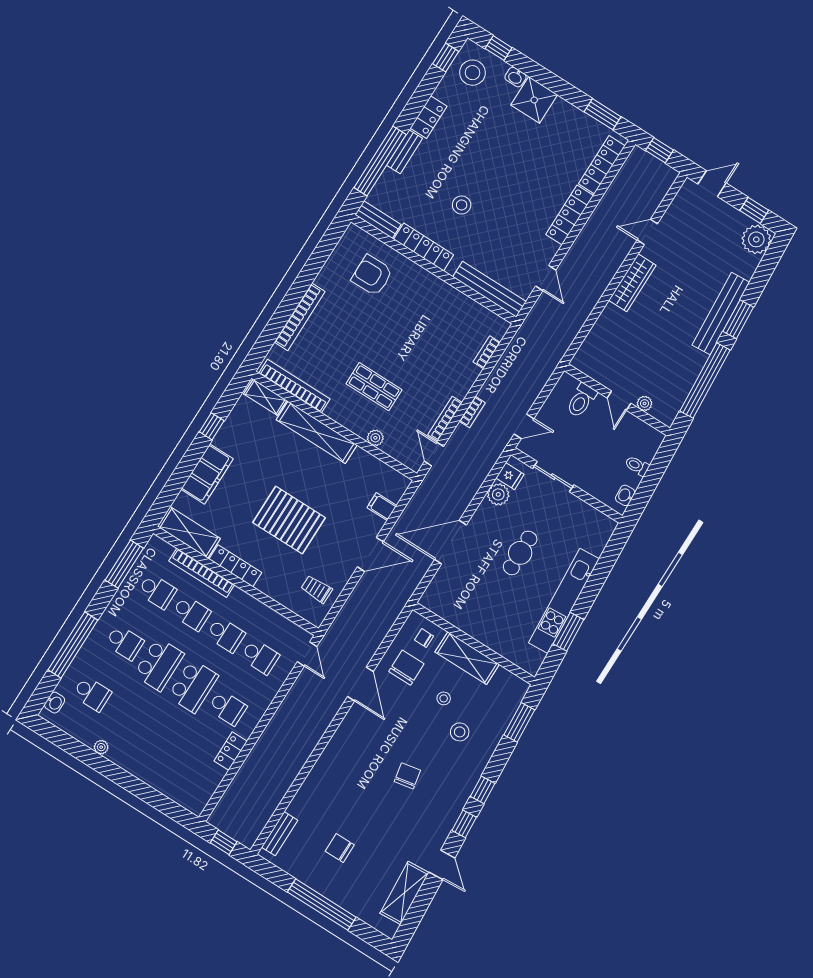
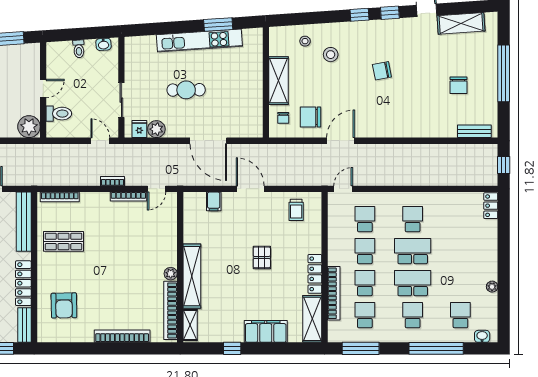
bookcase: (487, 352) -> (60, 197), width x1.56
shop shelf: (374, 387) -> (64, 241), moved, turned 90
plant: (645, 403) -> (29, 127), moved, width x1.88, depth x1.88
plant: (375, 438) -> (171, 274), moved
pallet: (289, 520) -> (262, 257), width x0.49, depth x0.50
stool: (444, 698) -> (305, 41), moved
window: (519, 722) -> (299, 19), removed
locker: (231, 751) -> (491, 206), moved, turned 90

